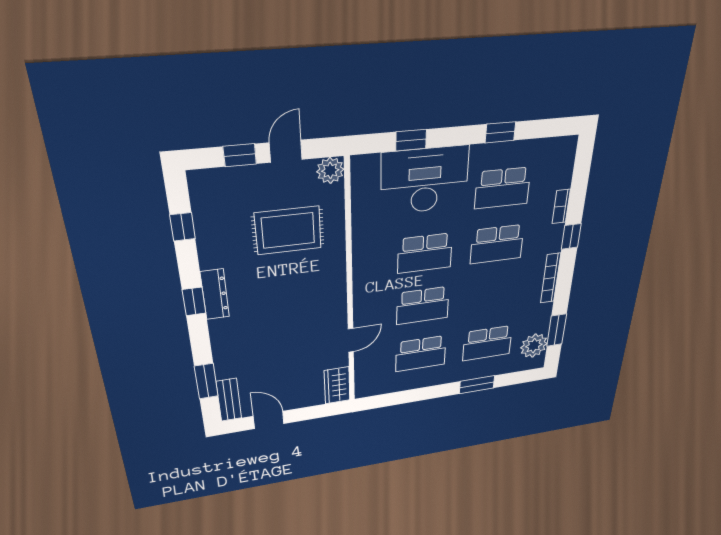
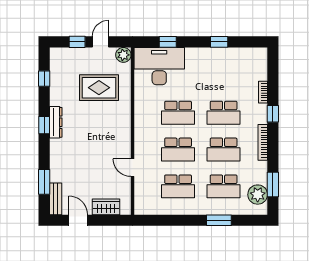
desk: (425, 180) -> (159, 66), moved
school desk: (502, 188) -> (224, 150), moved
door: (351, 340) -> (133, 168), swing flipped
wardrobe: (337, 385) -> (106, 207), moved, turned 90

